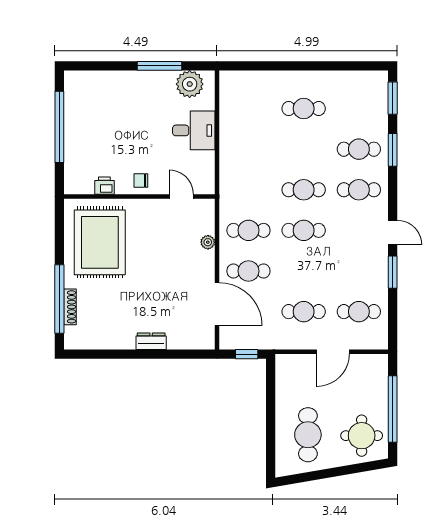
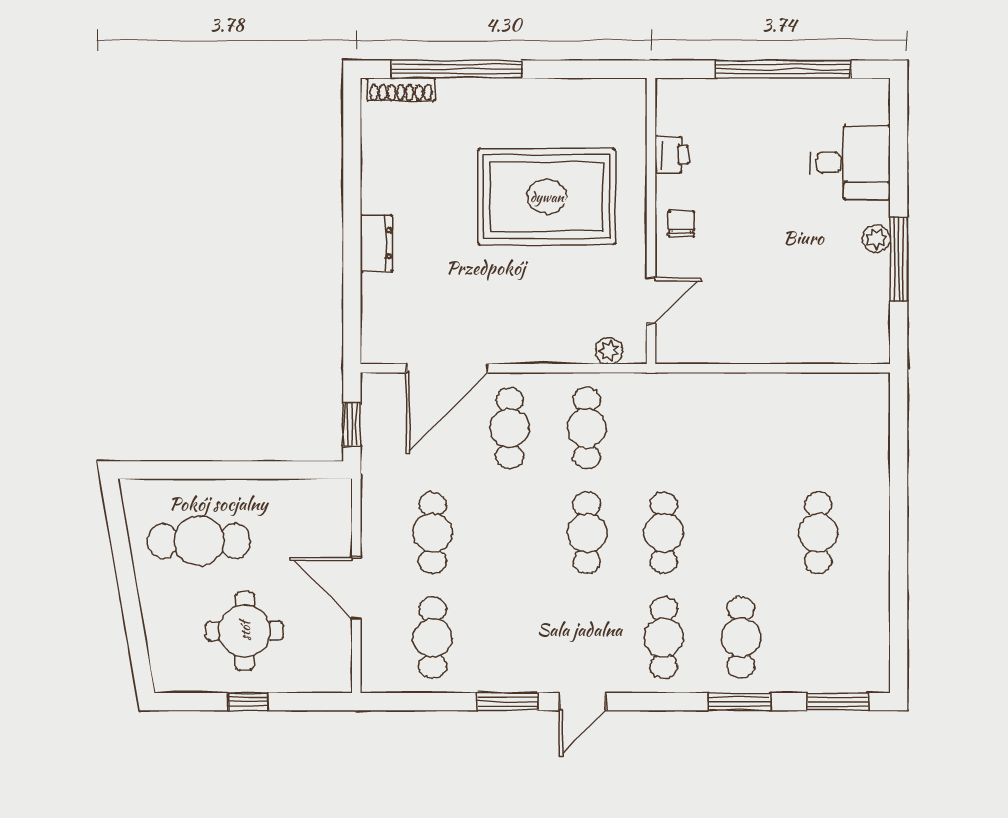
plant: (190, 84) -> (876, 238), moved, width x0.53, depth x0.53
desk: (194, 130) -> (850, 163), moved, turned -90
rug: (100, 242) -> (547, 197), moved
plant: (208, 242) -> (609, 351), moved
shoe rack: (70, 307) -> (401, 89), moved
window: (393, 409) -> (248, 702), width x0.32
round table: (362, 436) -> (245, 631), moved

